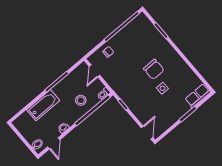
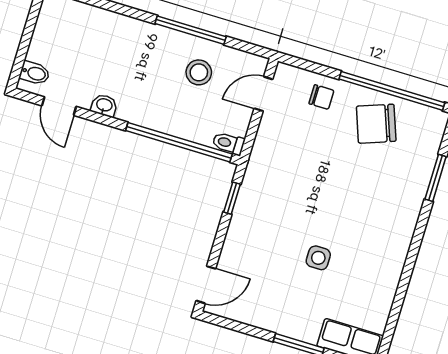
chair: (154, 69) -> (376, 124), moved, turned 70
stool: (81, 100) -> (199, 72), moved
bathtub: (43, 105) -> (124, 33), removed
door: (54, 143) -> (59, 106), hinge flipped

